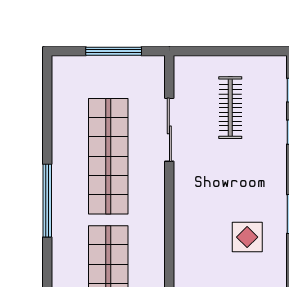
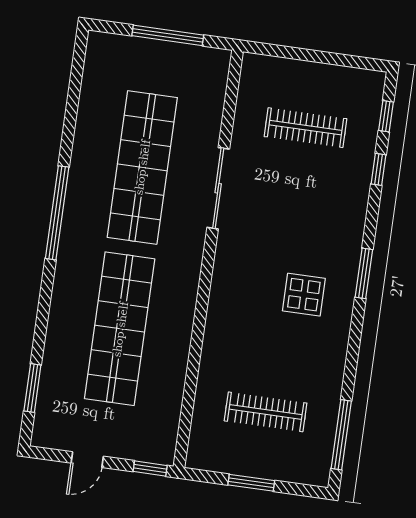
clothes rail: (230, 108) -> (306, 128), turned 90
sliding door: (169, 130) -> (218, 188), moved

